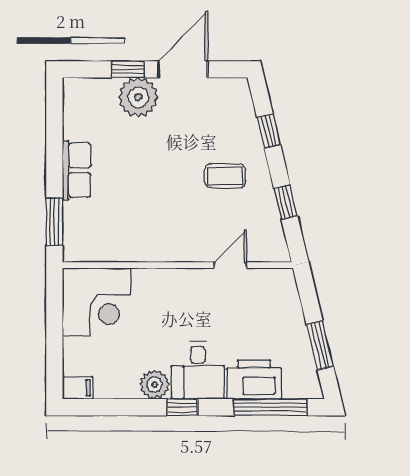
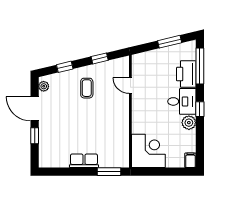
plant: (138, 97) -> (44, 86), moved, width x0.53, depth x0.53

